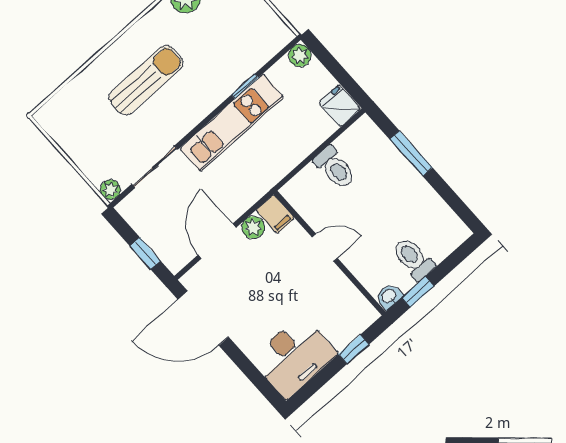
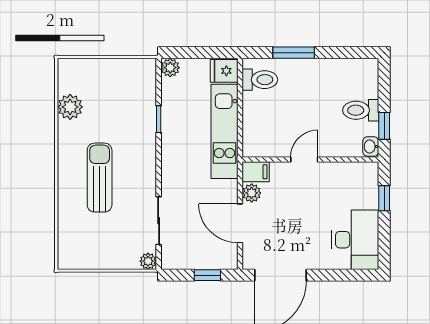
kitchen unit: (232, 123) -> (225, 131), moved, turned 180
toilet: (335, 168) -> (260, 80), moved

